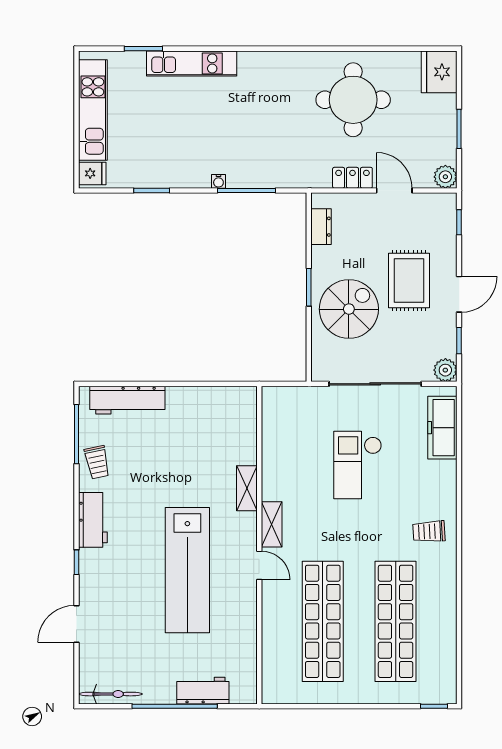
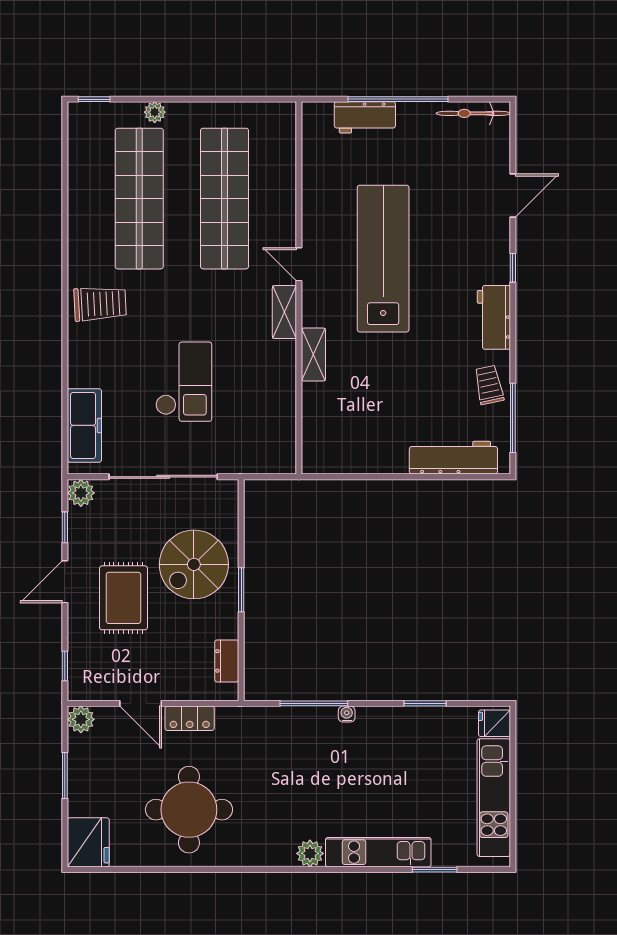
plant: (250, 62) -> (310, 853), added
trolley: (429, 531) -> (100, 304), width x1.36, depth x1.39
plant: (382, 695) -> (155, 112), added

